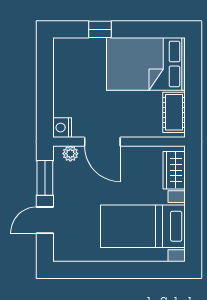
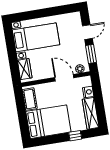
wardrobe: (64, 67) -> (91, 113), added
nightstand: (62, 128) -> (88, 92), moved

